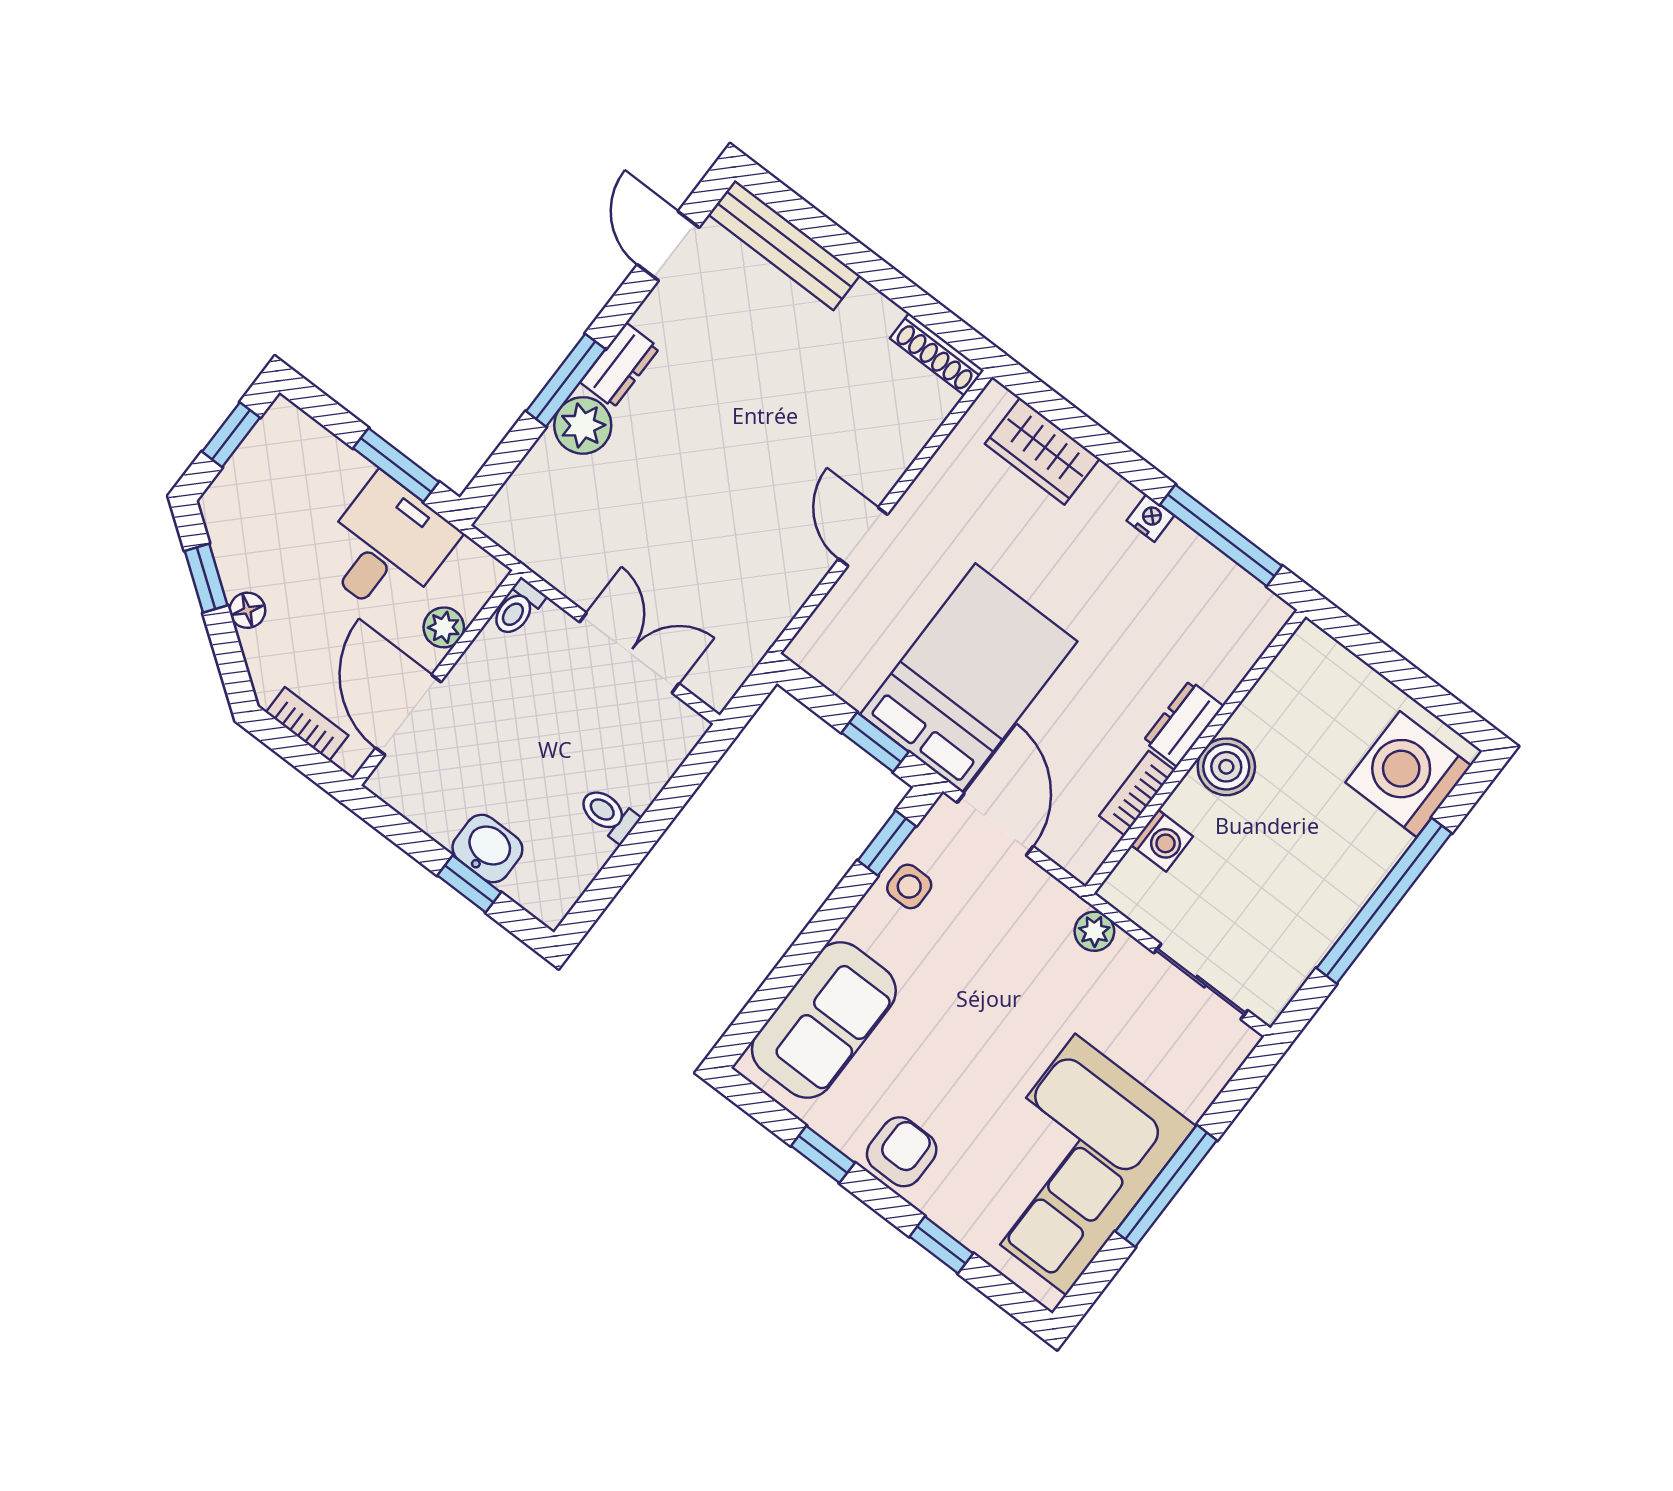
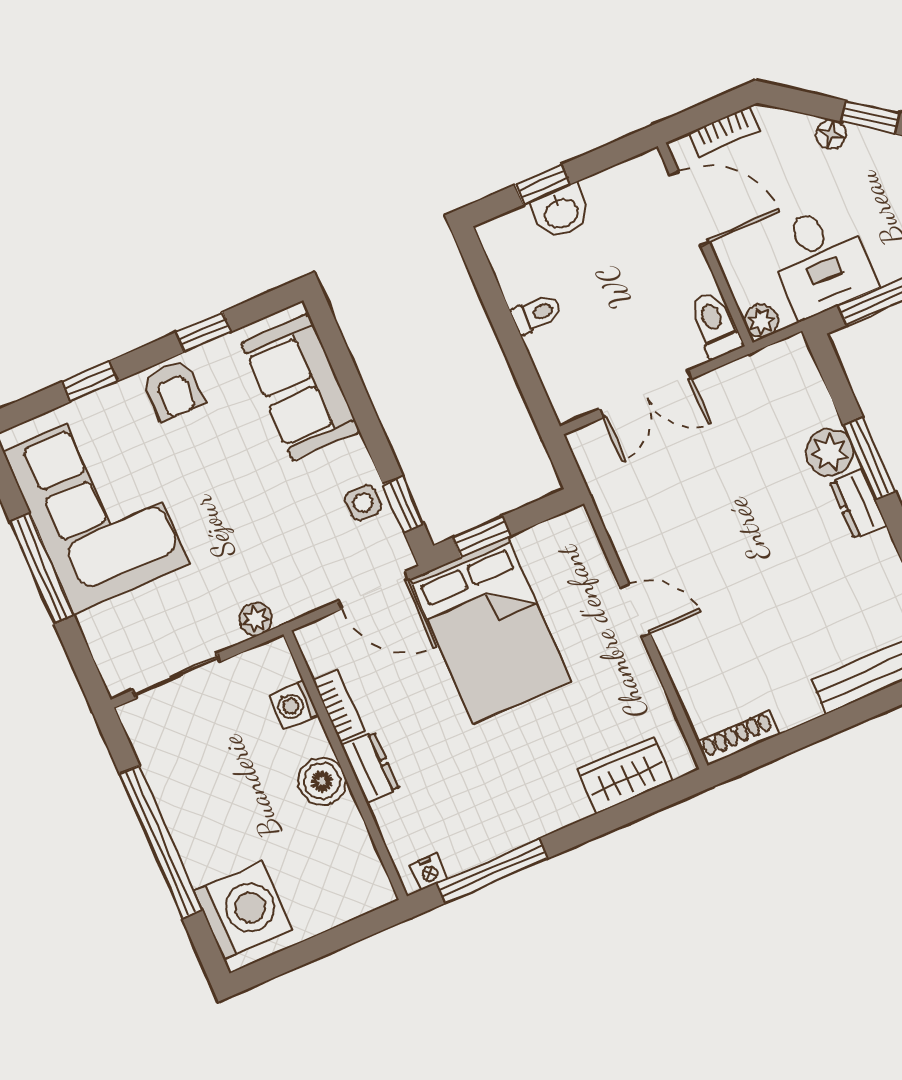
nightstand: (1150, 518) -> (429, 872), moved
toilet: (518, 608) -> (715, 325), width x1.37, depth x1.39
plant: (444, 627) -> (761, 321), moved

